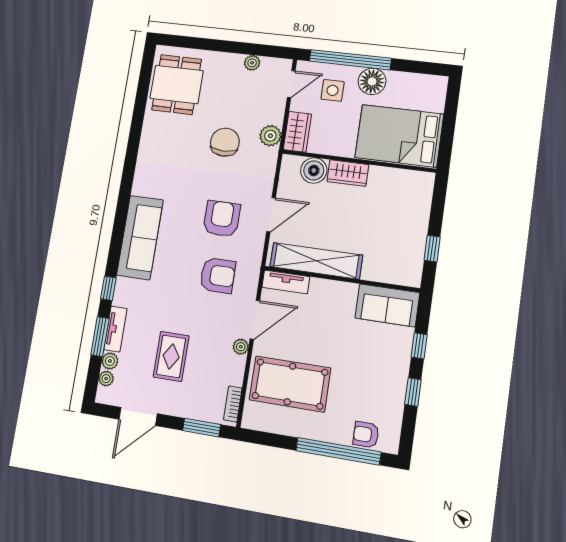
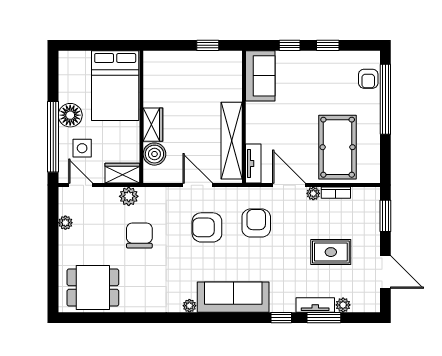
chair: (225, 142) -> (139, 235), turned 90
plant: (106, 379) -> (189, 306), moved
bookcase: (233, 404) -> (336, 193), moved

